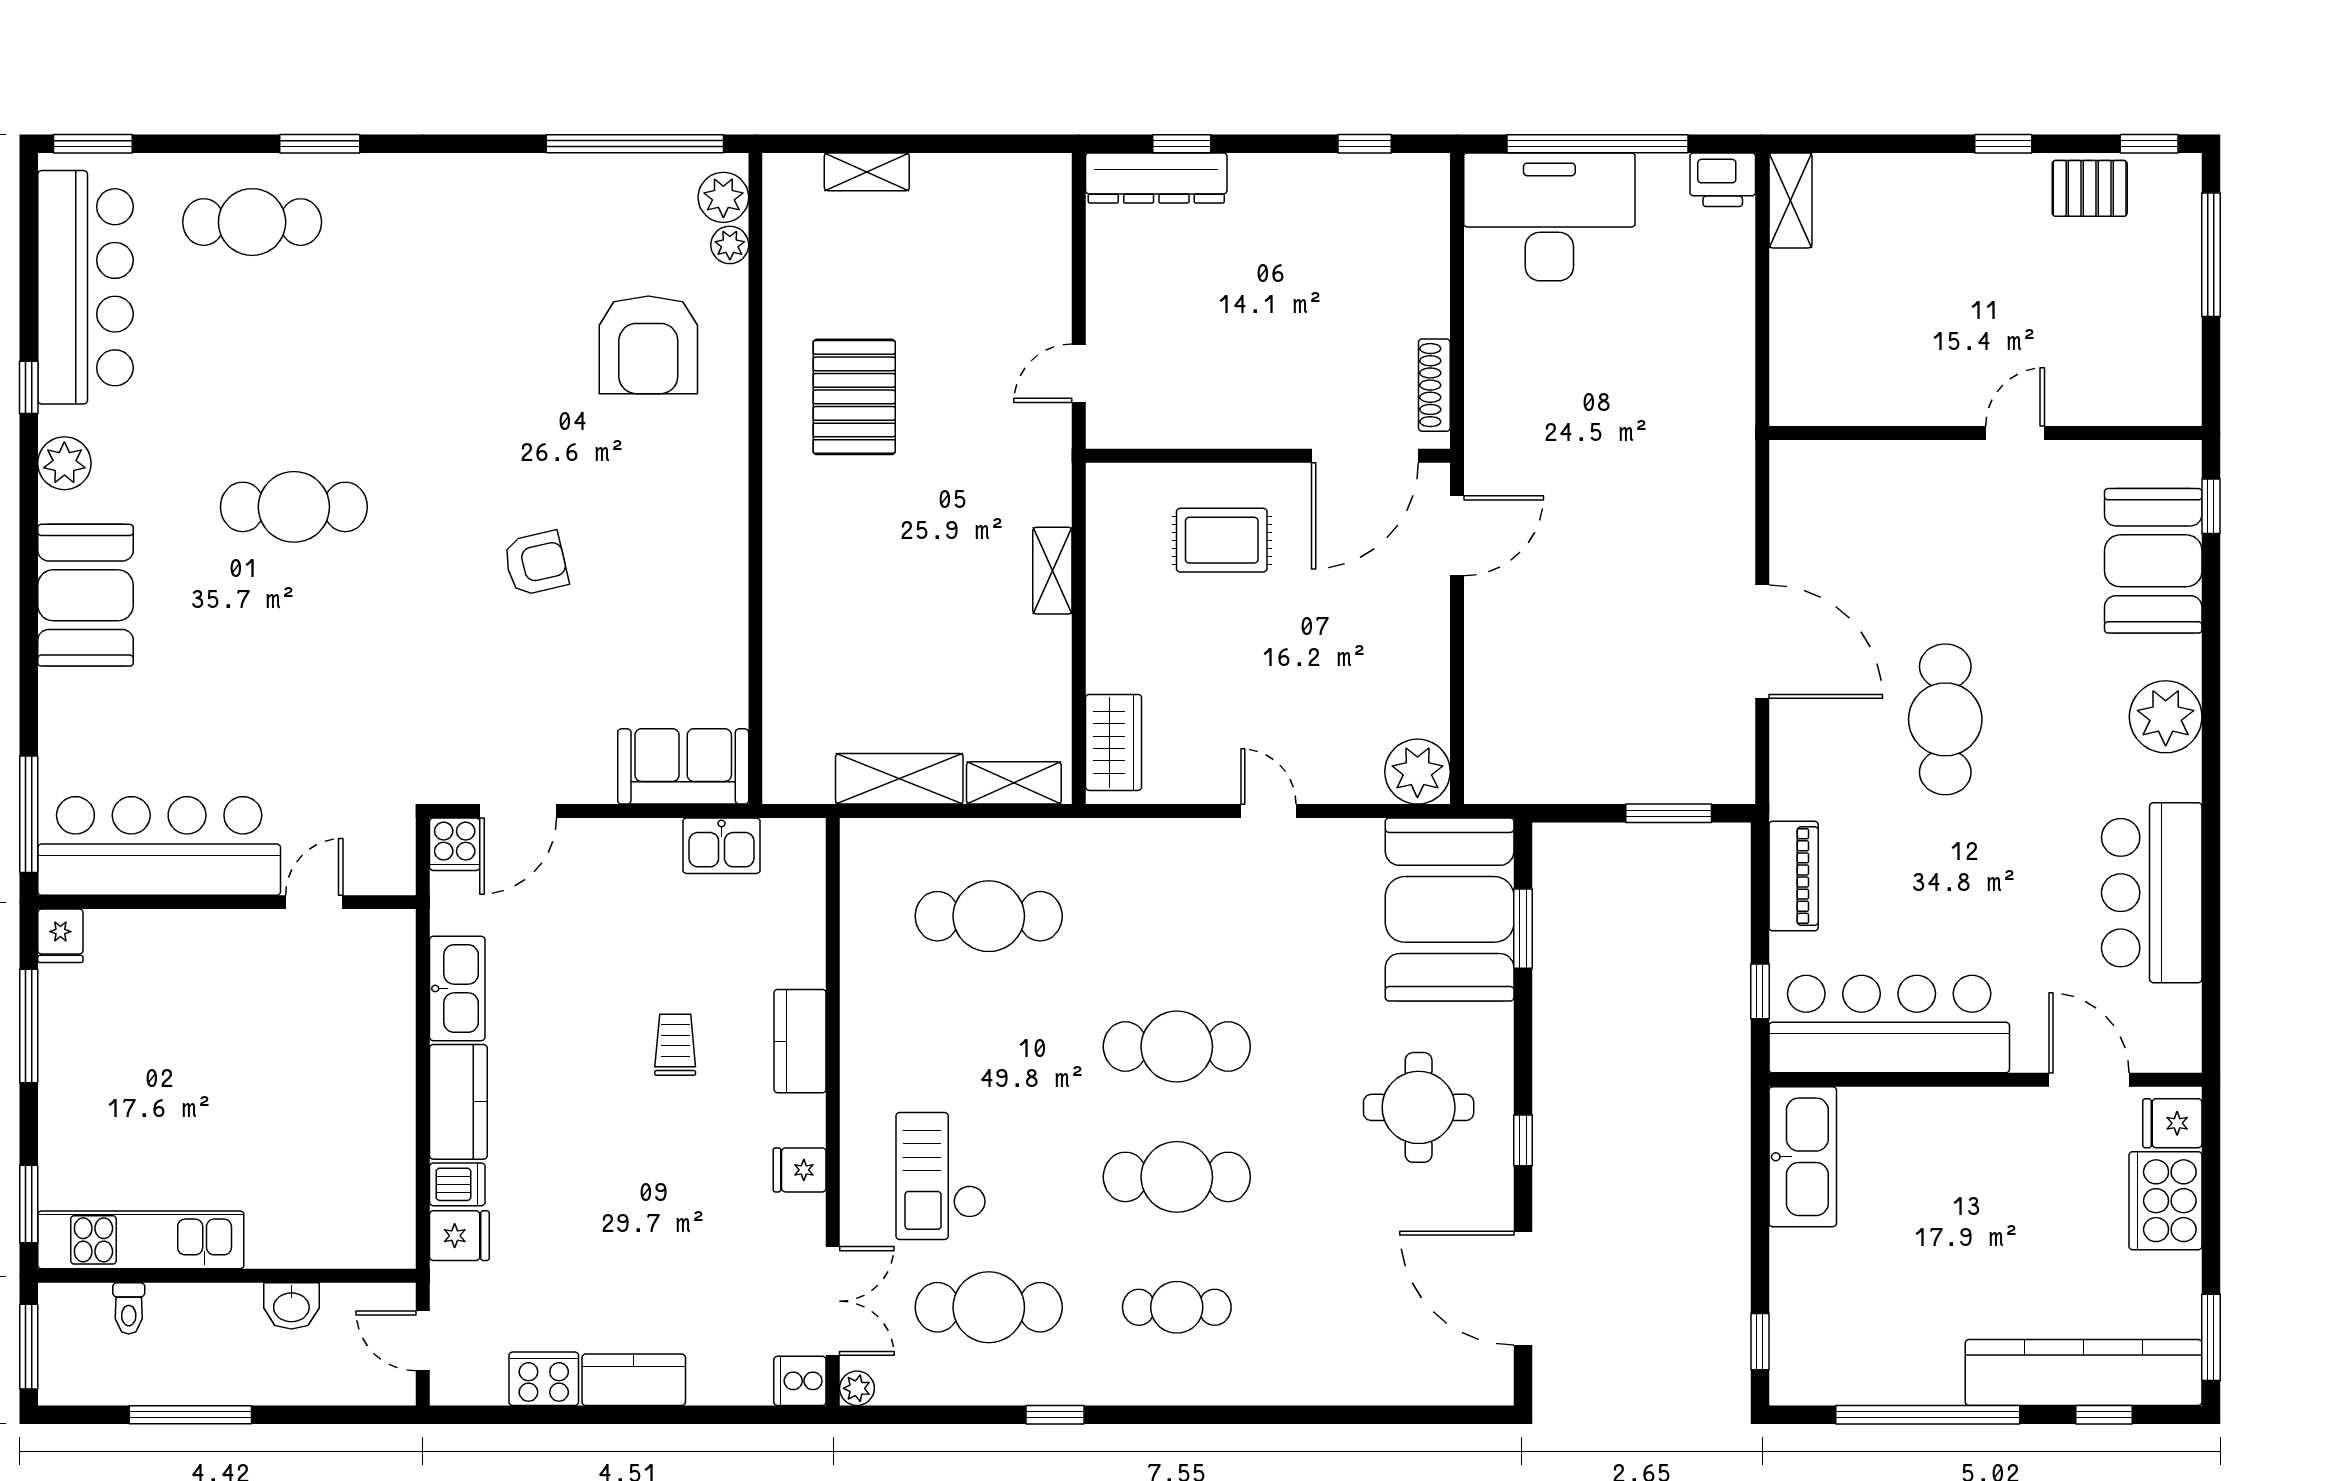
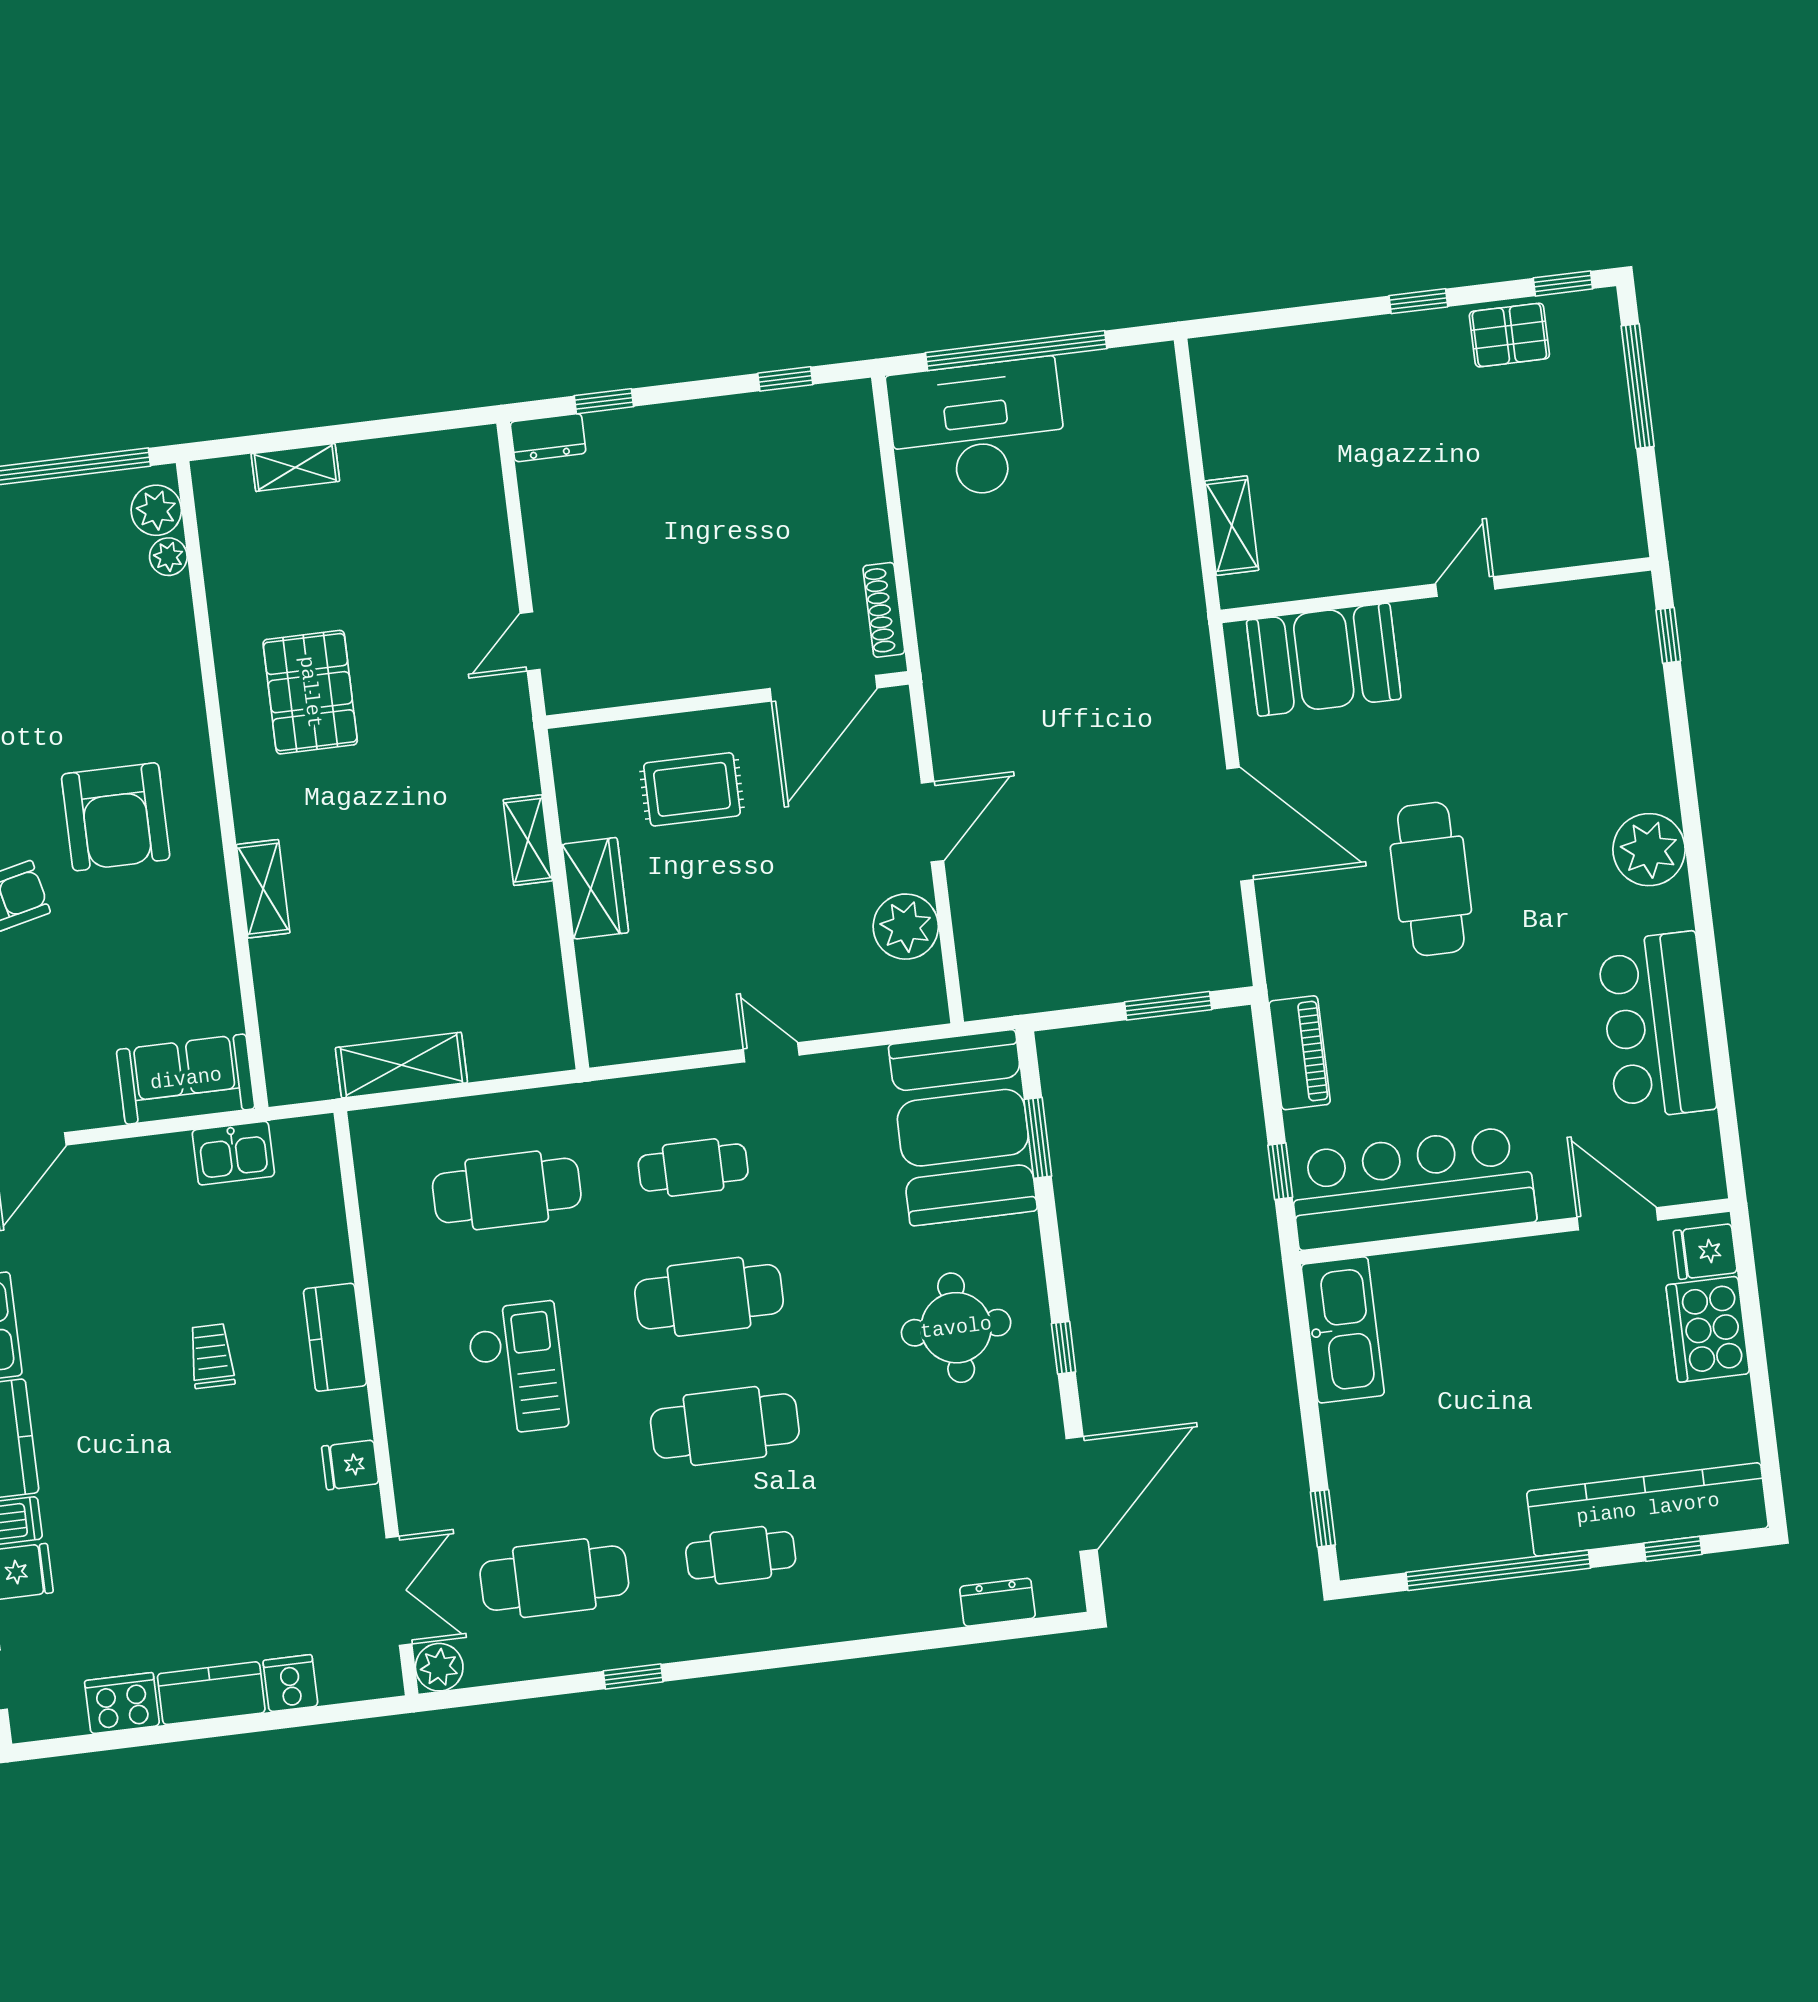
dresser: (1156, 178) -> (548, 438), width x0.51, depth x0.80
printer: (1723, 180) -> (1145, 371), removed
shelving: (1790, 200) -> (1232, 526), moved
armchair: (648, 345) -> (116, 817), moved
door: (1457, 536) -> (933, 822), moved
booth: (2153, 561) -> (1324, 660), moved, turned 90
wardrobe: (1114, 742) -> (595, 888), moved
plant: (1417, 772) -> (906, 927), moved
shelving: (1014, 783) -> (263, 889), moved, turned 90
cafe table: (1177, 916) -> (693, 1168), added
checkout: (941, 1176) -> (517, 1369), moved, turned 180
door: (1523, 1288) -> (1082, 1494), swing flipped
window: (2211, 1337) -> (1769, 1459), removed
cooker: (800, 1381) -> (290, 1683), moved, turned 90
dresser: (1426, 1385) -> (997, 1602), added
plant: (857, 1388) -> (439, 1667), width x1.38, depth x1.38

